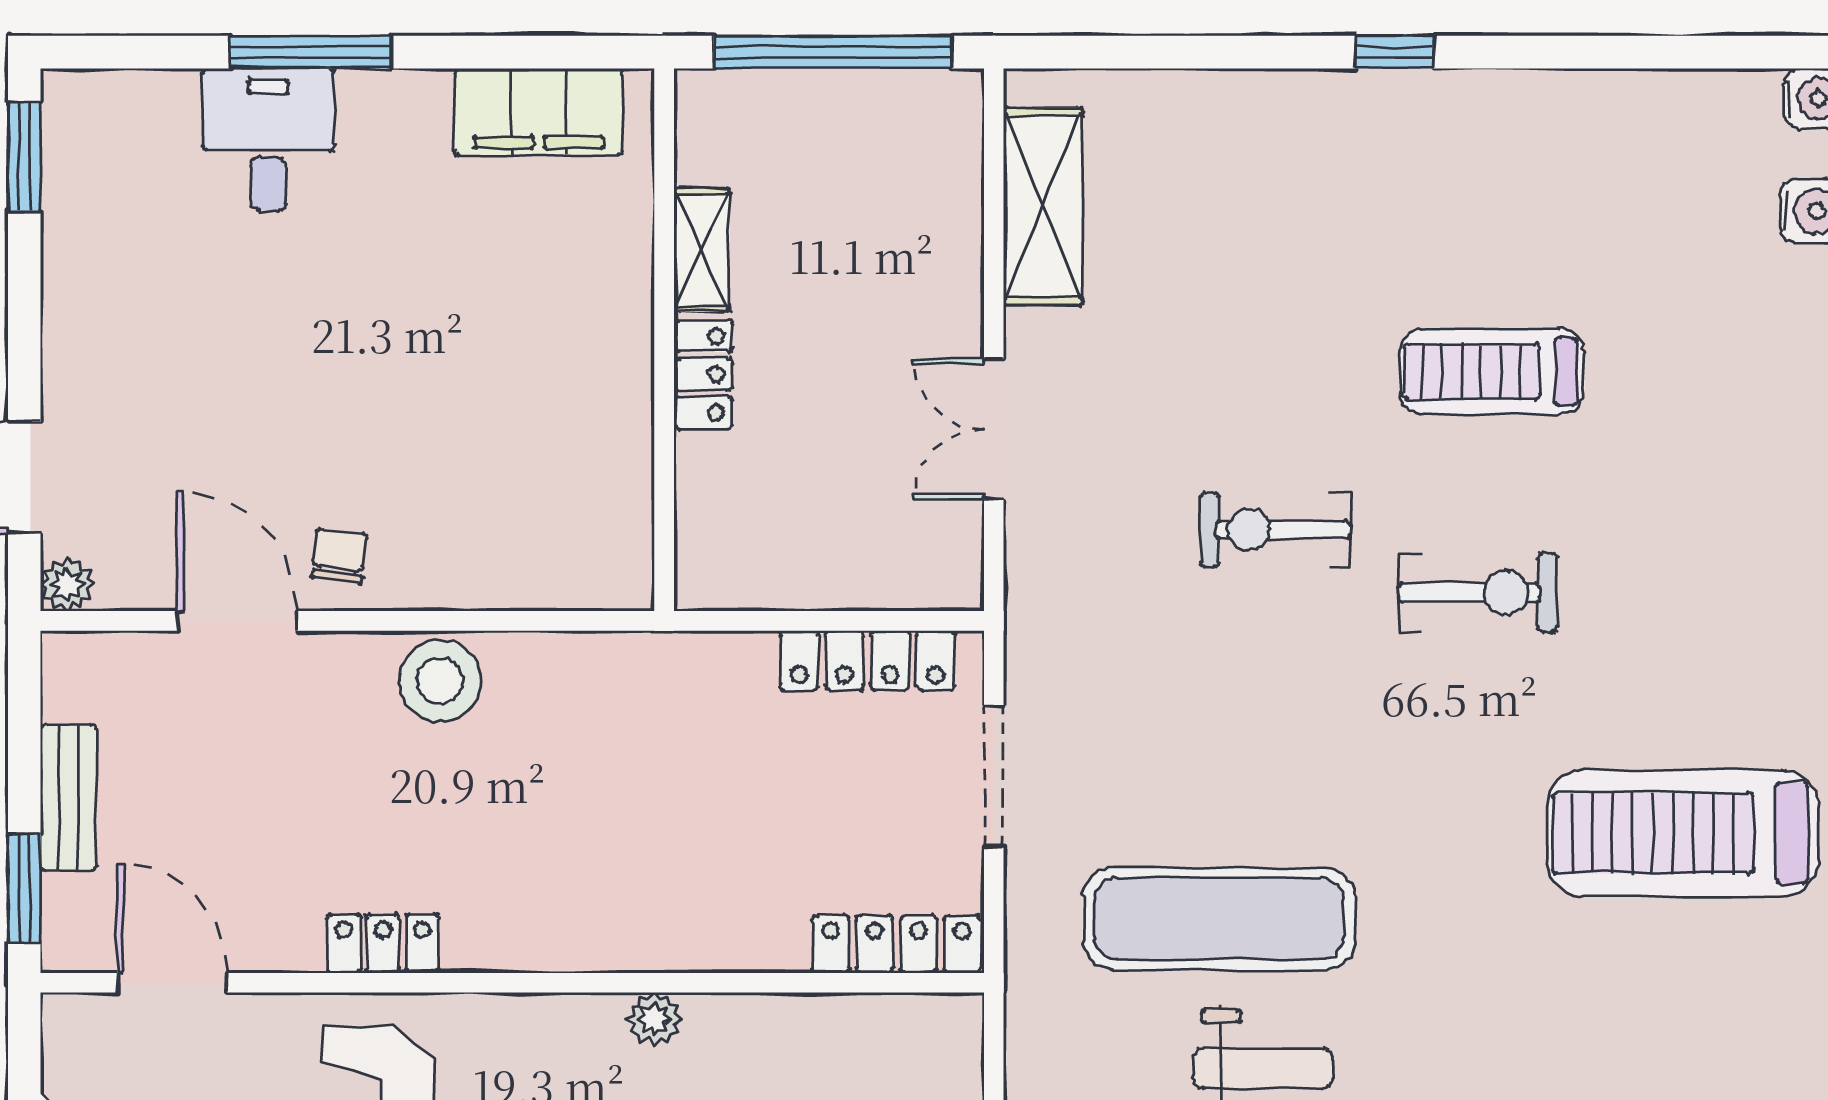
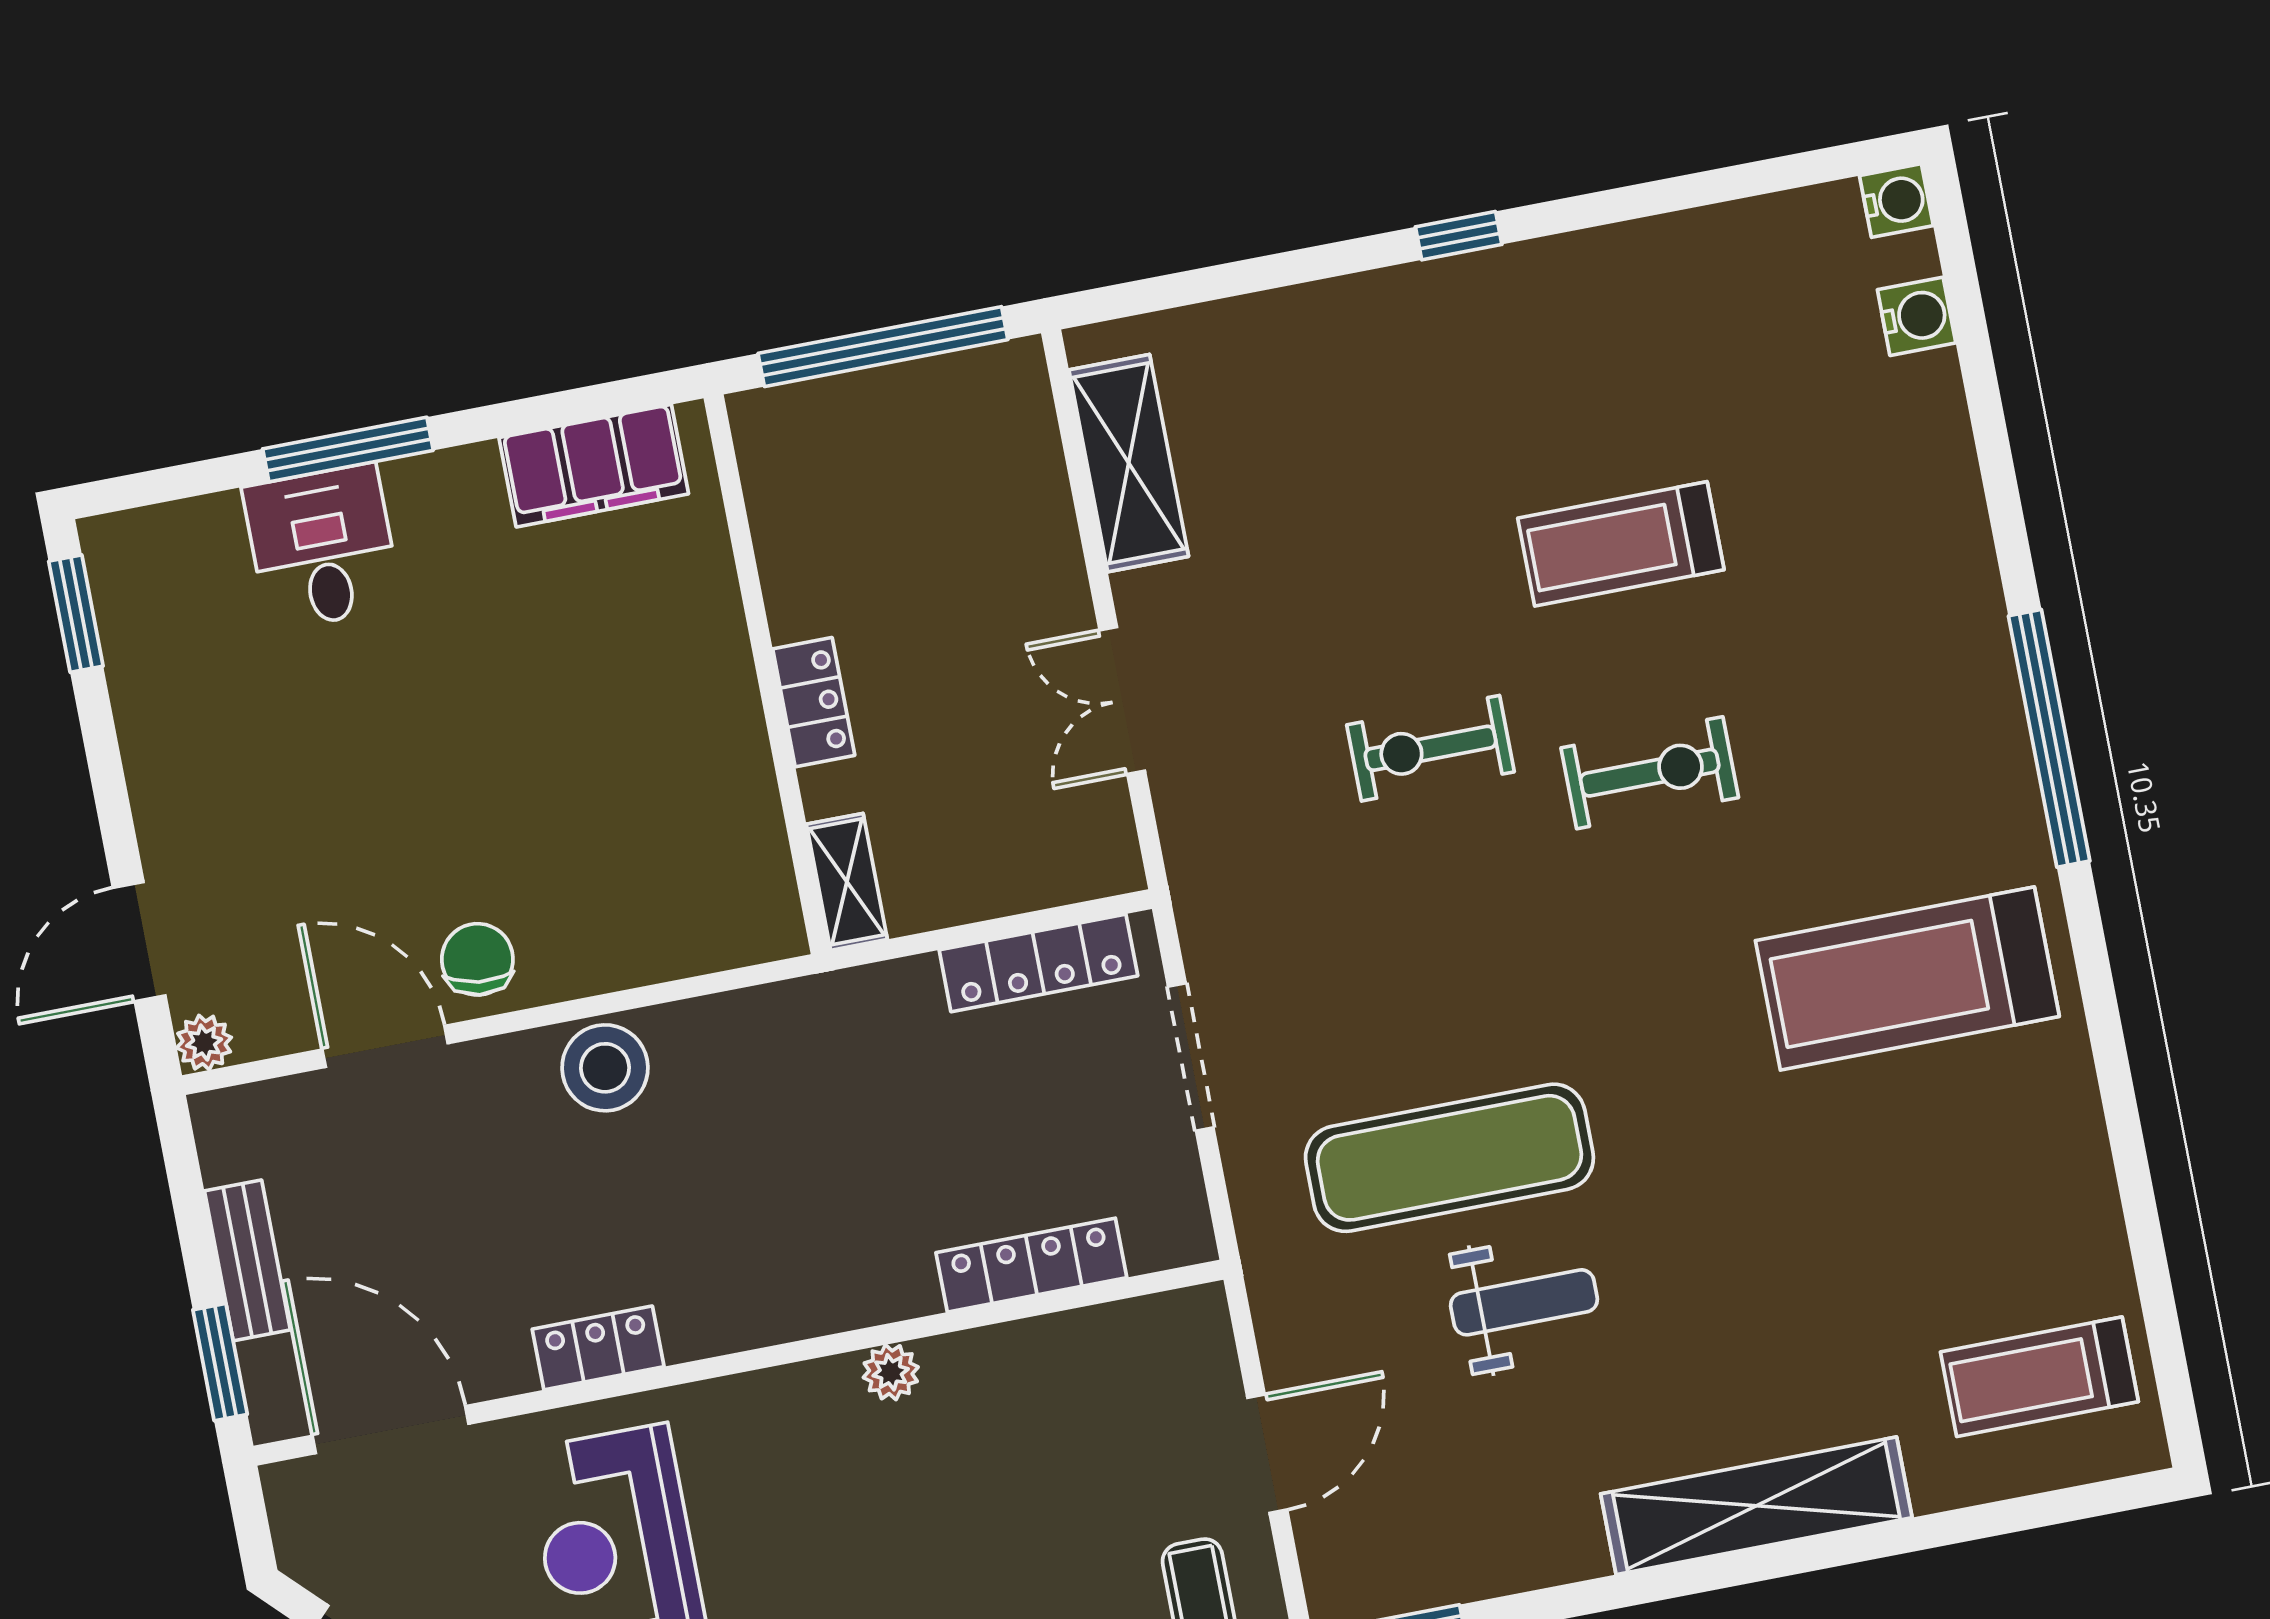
shelving: (702, 250) -> (847, 882), moved
chair: (340, 556) -> (477, 959), width x1.37, depth x1.37
locker: (896, 944) -> (1031, 1265), moved
door: (172, 983) -> (390, 1430), width x1.36

